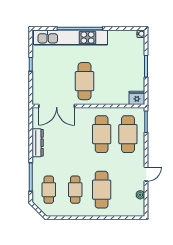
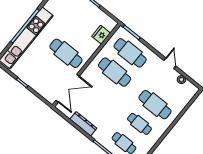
fridge: (137, 98) -> (101, 35), moved

